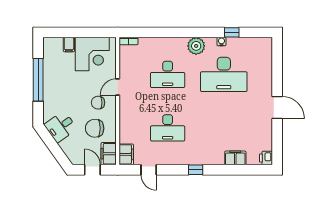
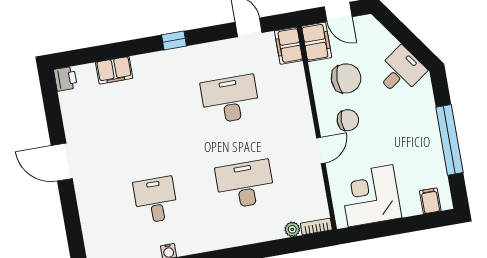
filing cabinet: (69, 45) -> (430, 201), moved
plant: (196, 46) -> (292, 229), moved, width x0.53, depth x0.53
desk: (224, 74) -> (156, 200), width x0.53, depth x0.77

